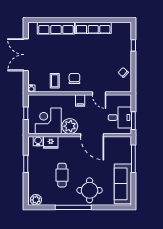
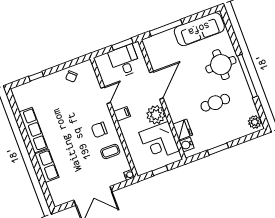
row of seats: (56, 28) -> (47, 166), width x0.68

